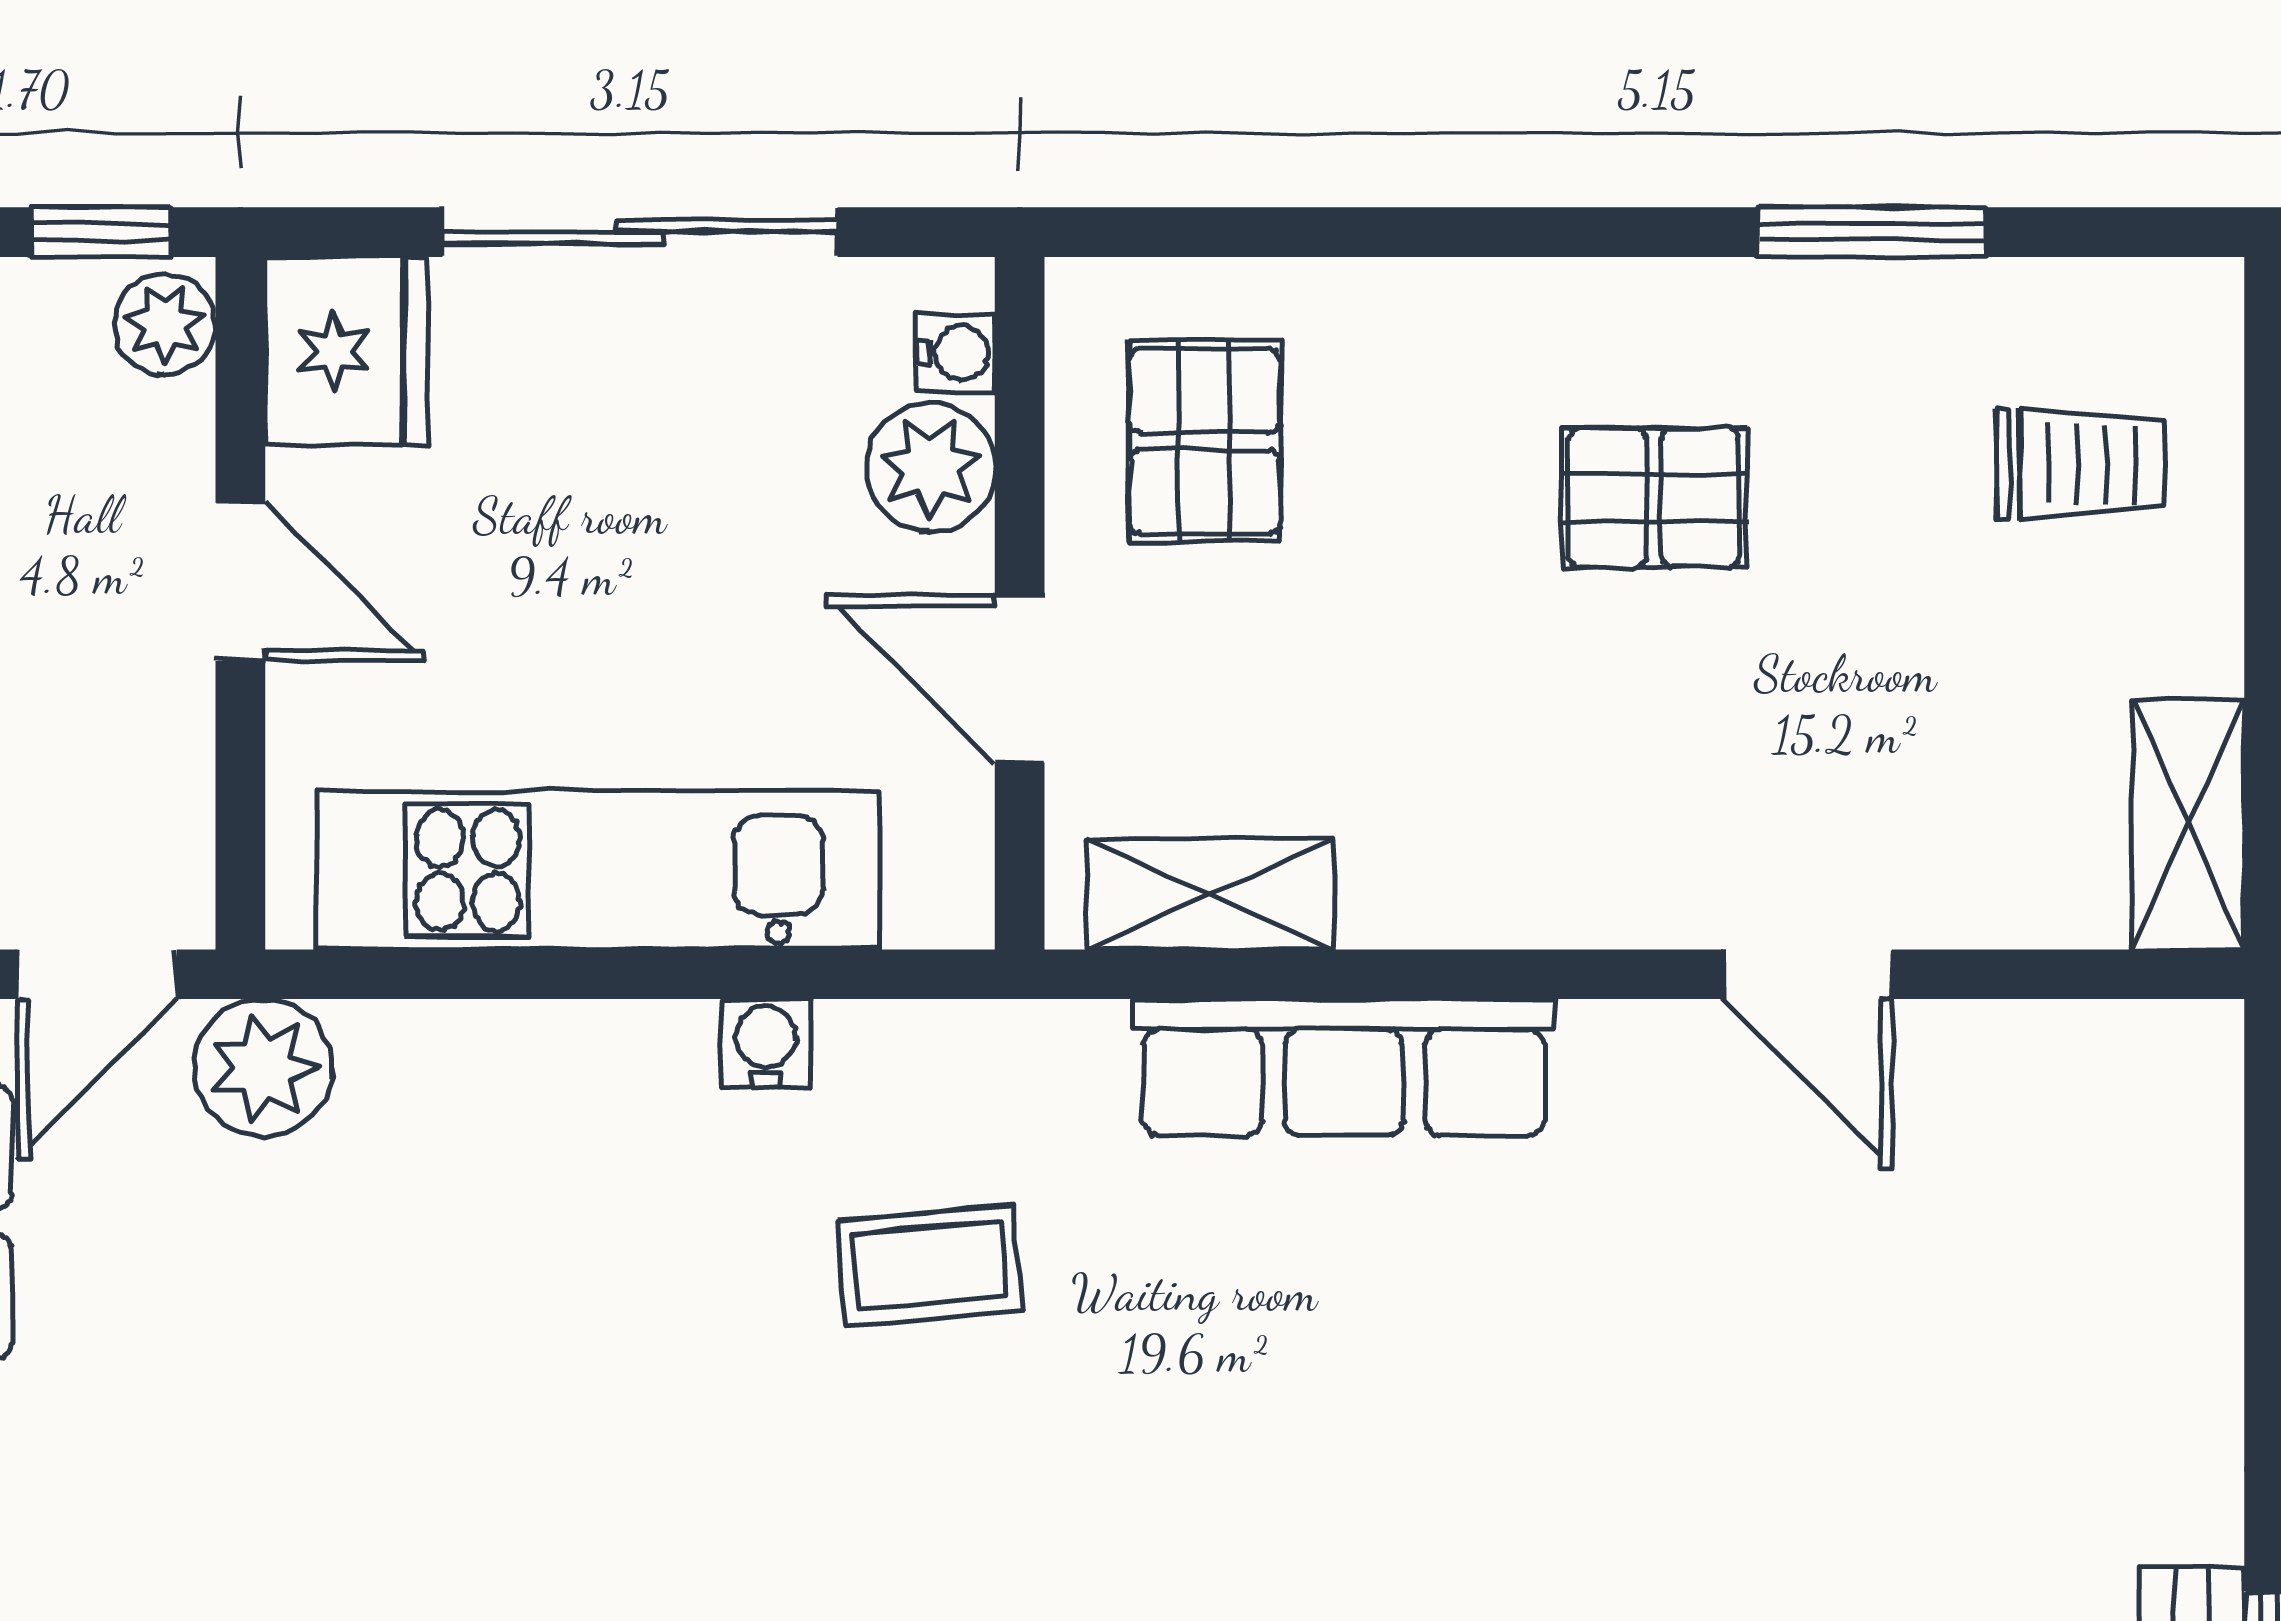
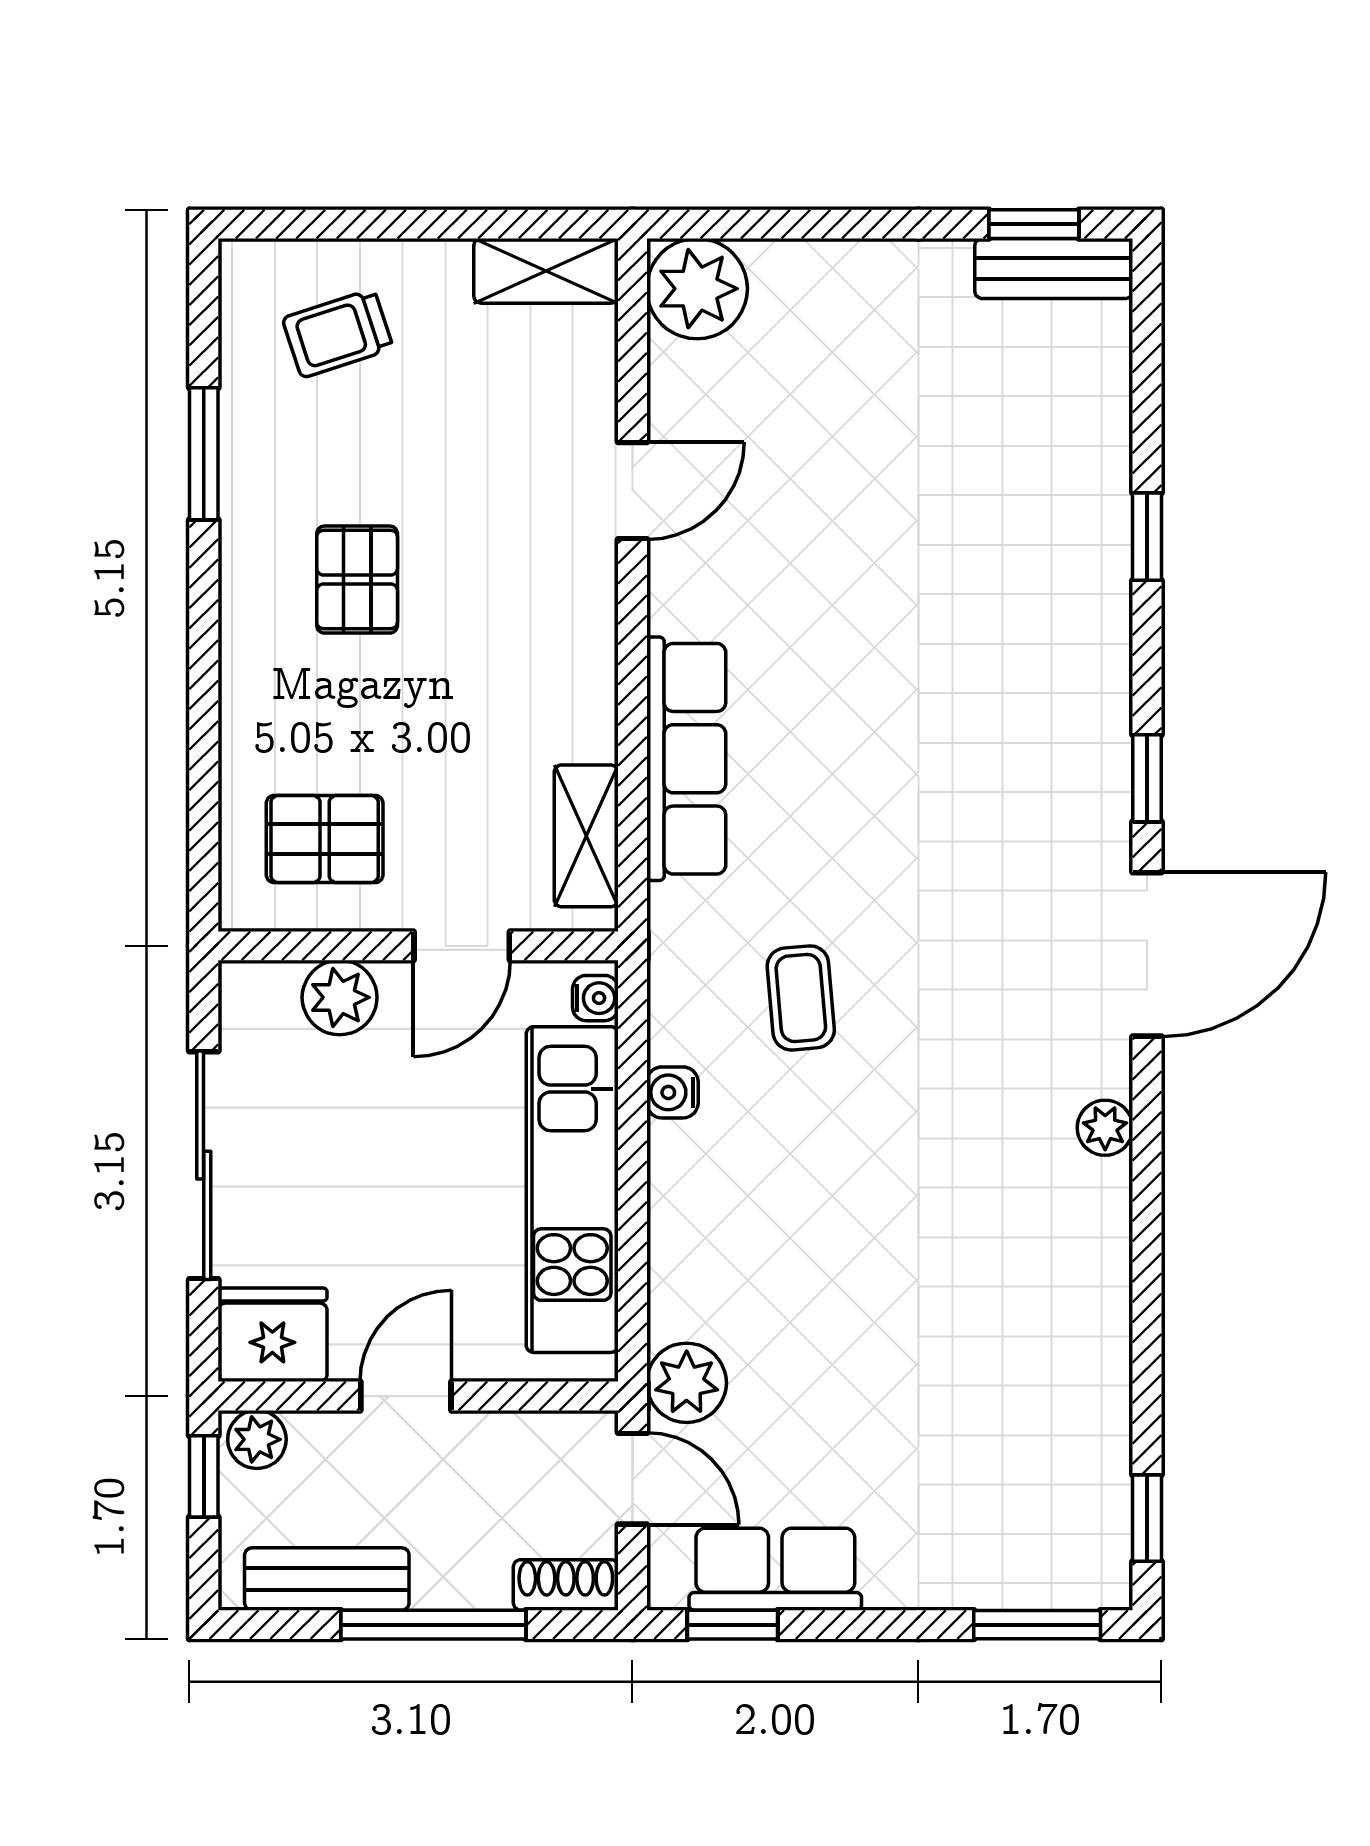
water cooler: (955, 353) -> (595, 998), moved, turned 90
trolley: (2080, 464) -> (338, 333), turned -108
plant: (2157, 1086) -> (697, 289), added

